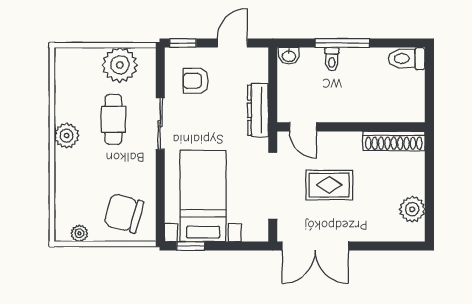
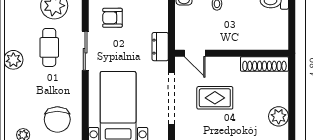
dresser: (258, 110) -> (160, 47), width x0.70
chair: (124, 213) -> (57, 119), turned -105

